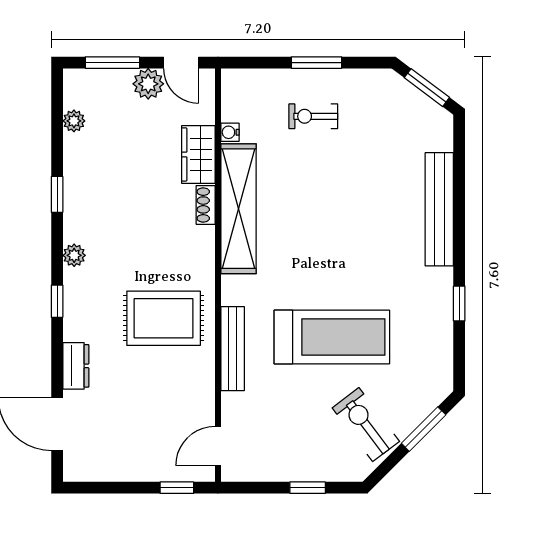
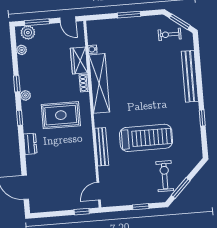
plant: (148, 84) -> (28, 33), moved
exercise bike: (313, 116) -> (170, 34), moved
plant: (74, 255) -> (25, 95), moved
window: (57, 301) -> (20, 118), moved
rug: (164, 318) -> (61, 115), moved
dresser: (76, 366) -> (30, 144), moved
exercise bike: (366, 425) -> (165, 176), turned 37
window: (424, 429) -> (181, 188), moved

